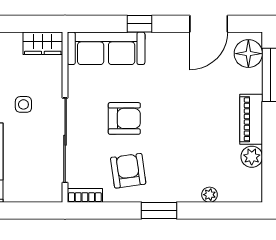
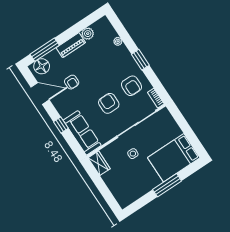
armchair: (194, 83) -> (72, 82), added
armchair: (128, 171) -> (131, 86), turned -82

